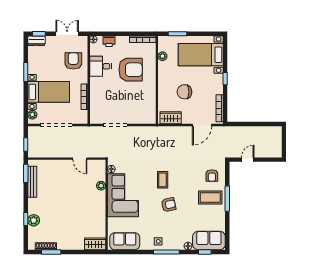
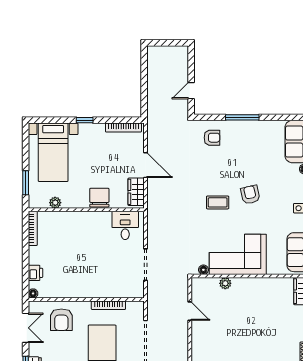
double door: (67, 34) -> (26, 328), swing flipped
armchair: (73, 61) -> (61, 320), turned -90
desk: (101, 66) -> (125, 225), moved, turned 180
armchair: (131, 70) -> (73, 244), removed
chair: (184, 92) -> (99, 198), moved, turned 180
door: (202, 125) -> (146, 165), moved
door: (80, 159) -> (190, 311), hinge flipped
door: (248, 160) -> (191, 91), hinge flipped
coffee table: (210, 197) -> (241, 140), removed

